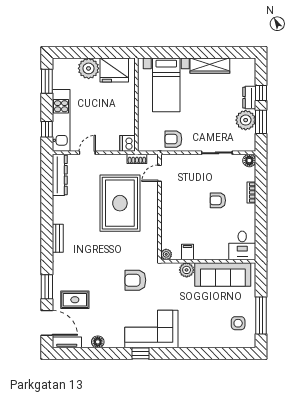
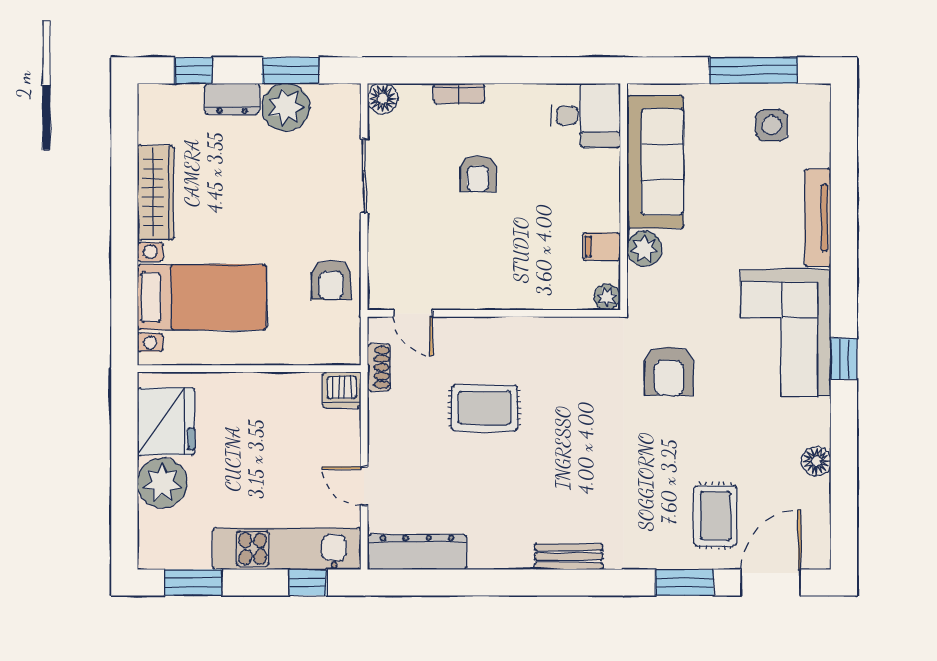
window: (261, 93) -> (193, 70), moved
rug: (120, 203) -> (485, 408), width x0.54, depth x0.49
tv unit: (67, 342) -> (818, 218), moved, width x1.41

